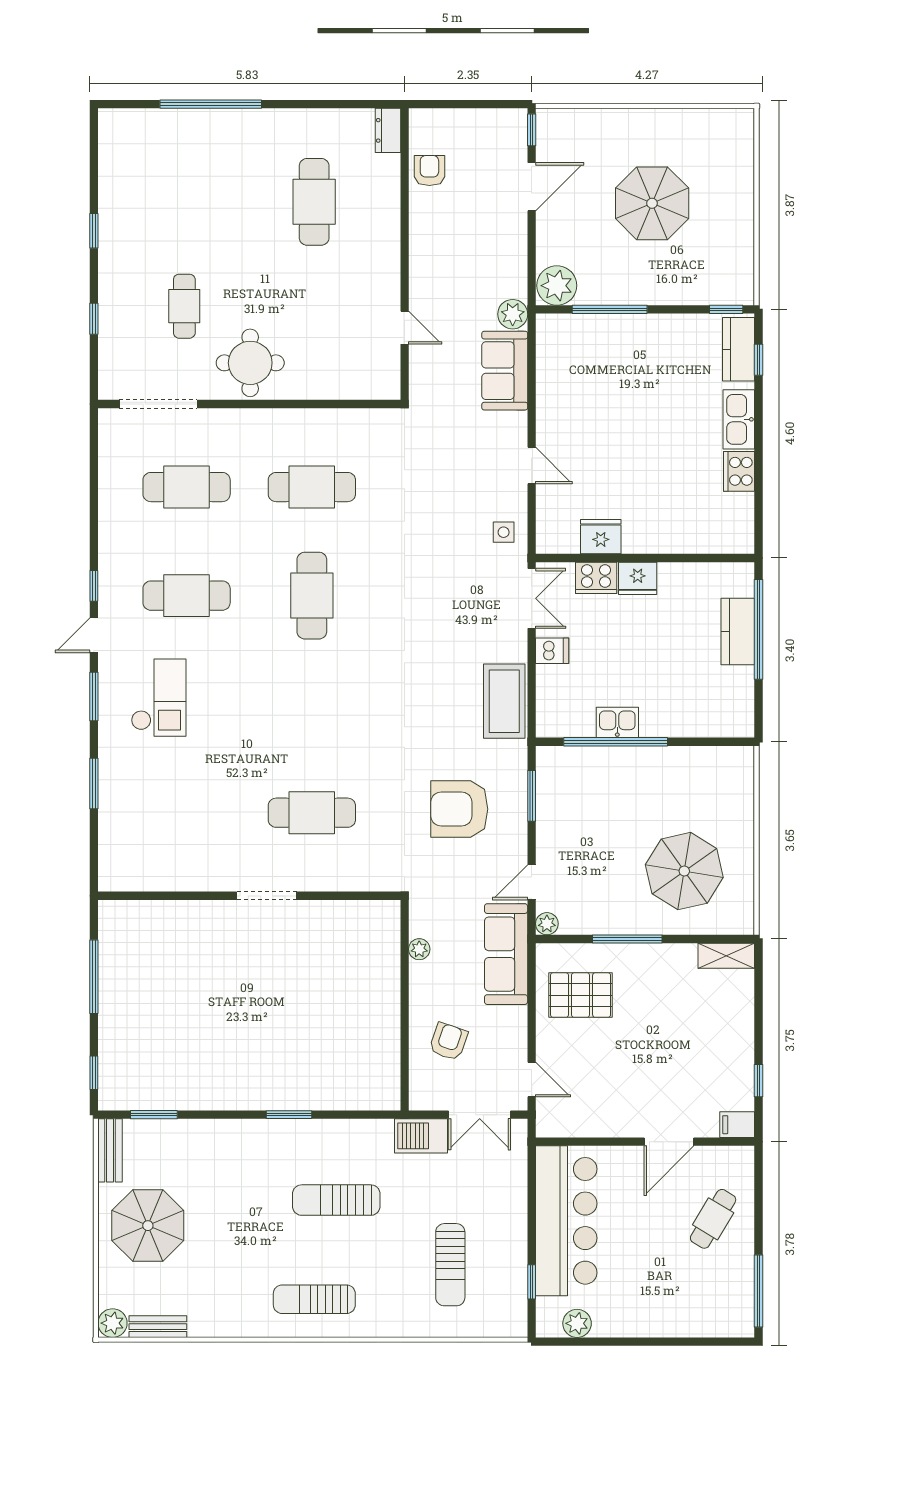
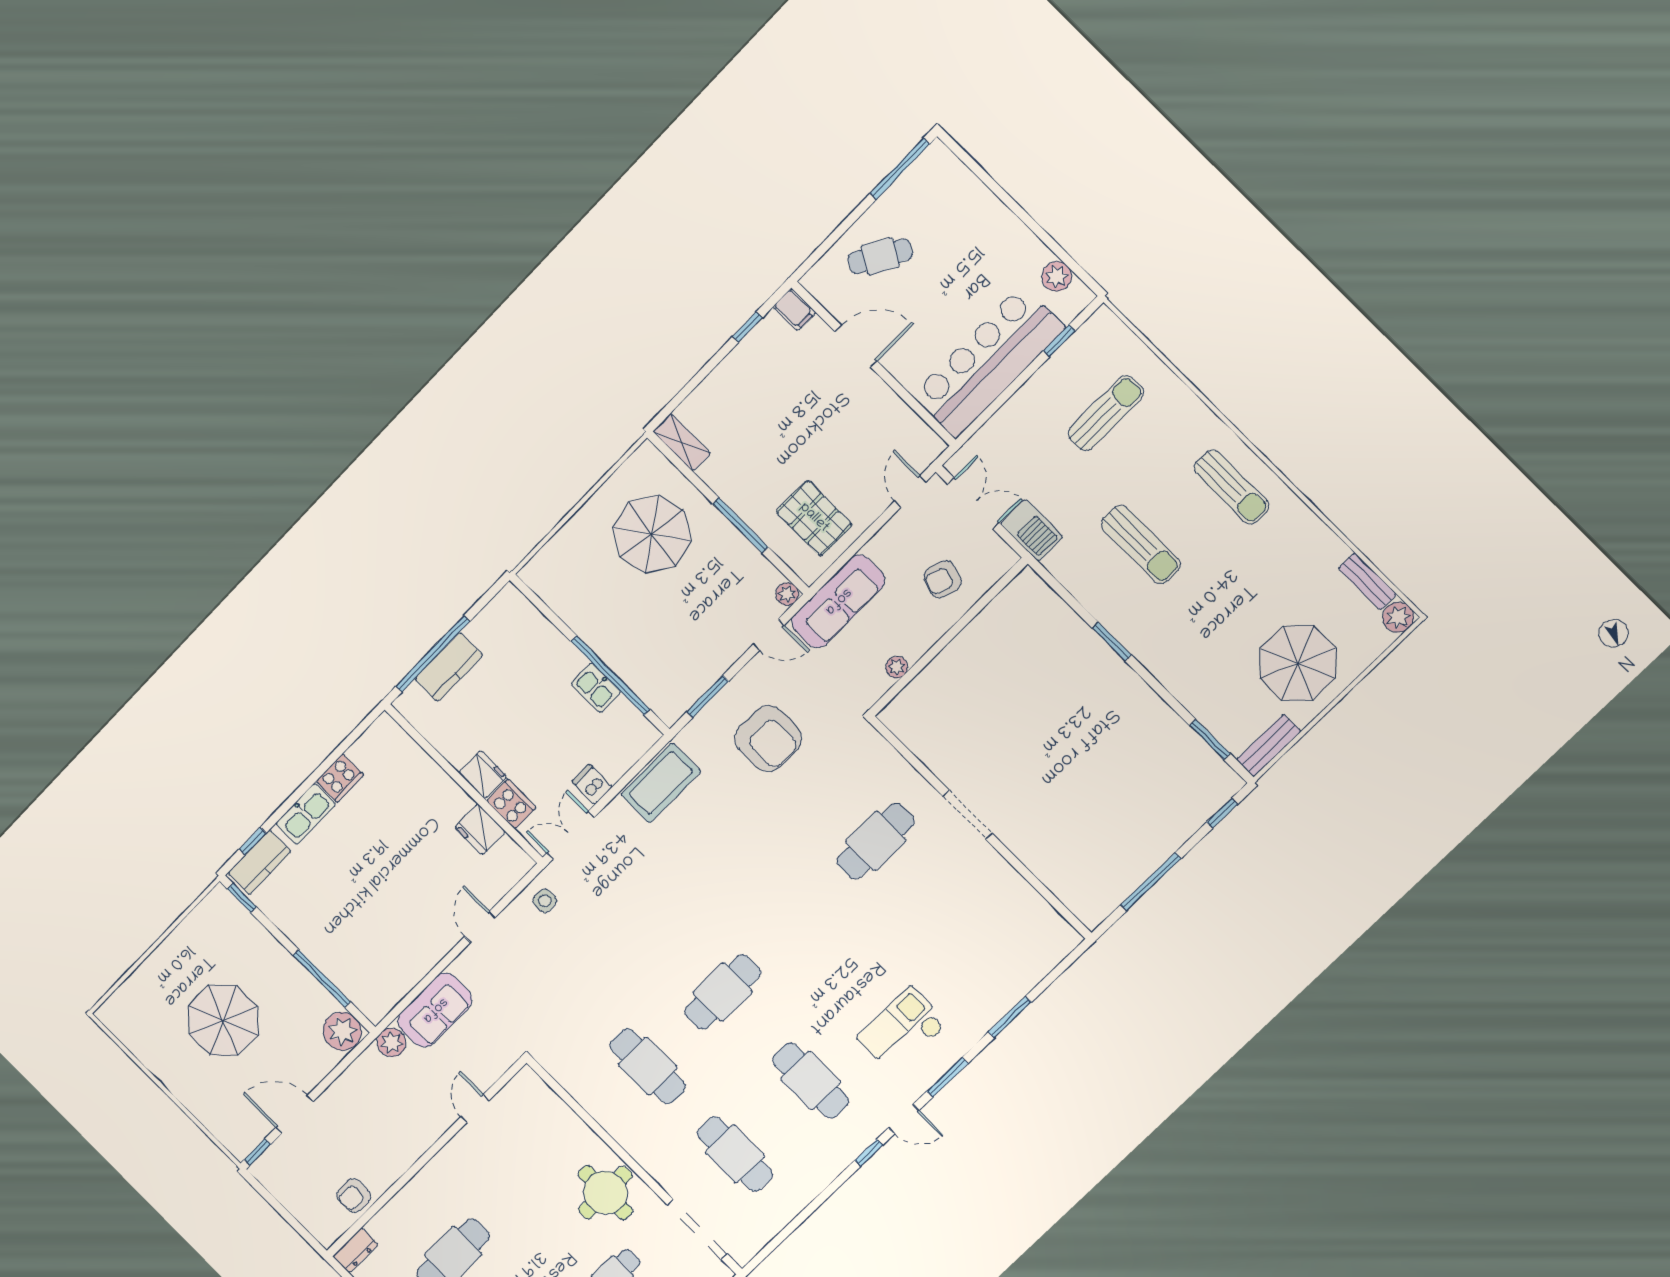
cafe table: (312, 813) -> (876, 841), turned 90

